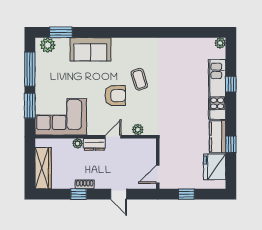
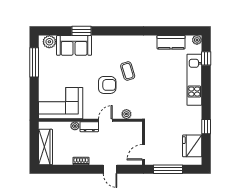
window: (61, 32) -> (82, 31), moved
sofa: (90, 49) -> (74, 45), moved
window: (231, 84) -> (206, 58), moved
window: (30, 106) -> (34, 94), removed
kitchen counter: (218, 137) -> (171, 42), moved, turned -90
window: (79, 194) -> (76, 169), removed
window: (186, 194) -> (168, 169), width x2.17

